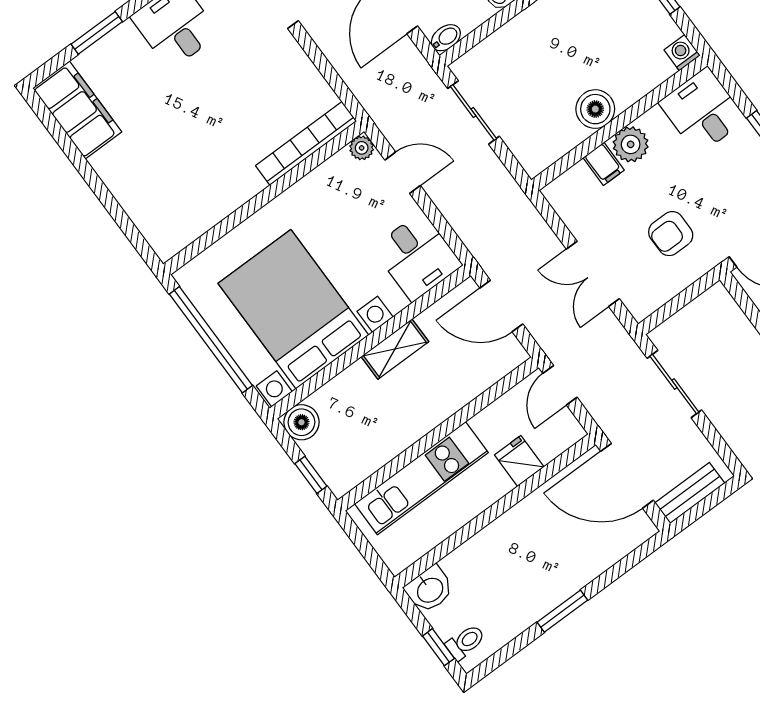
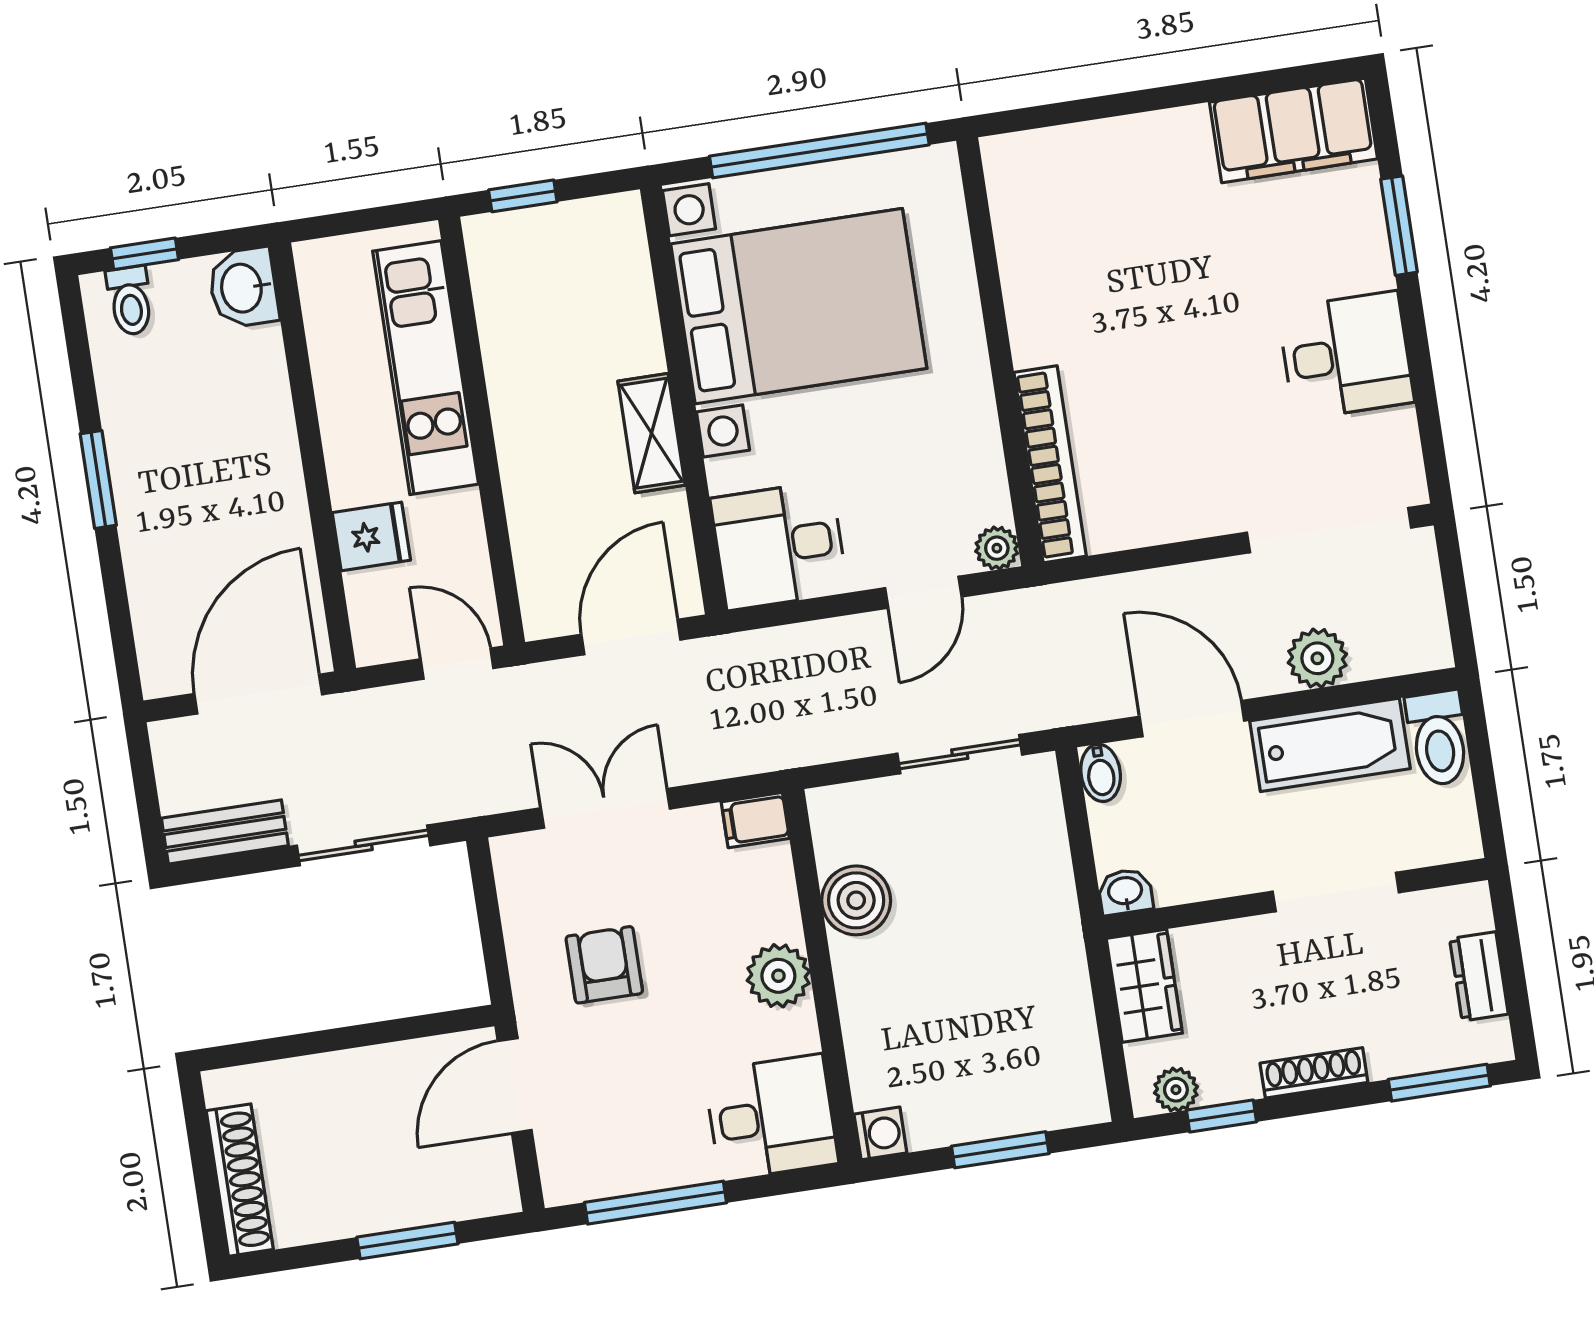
boiler: (595, 109) -> (856, 900), moved
filing cabinet: (604, 164) -> (755, 820), moved
boiler: (301, 422) -> (614, 225), removed
bench: (690, 493) -> (225, 832), moved, turned 90

